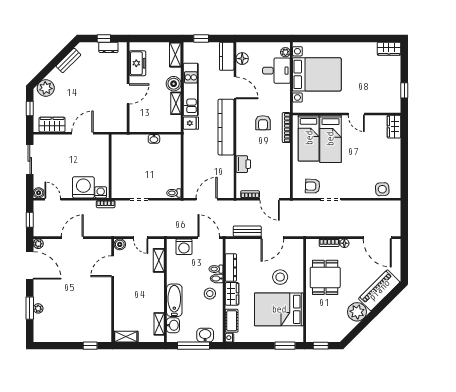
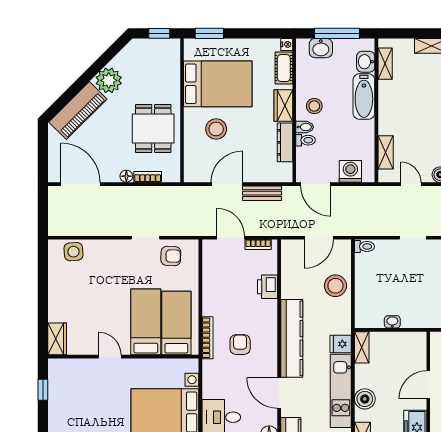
shelving: (176, 103) -> (362, 347), moved
stool: (195, 165) -> (335, 286), added

